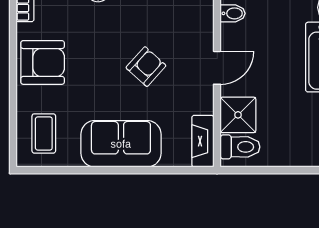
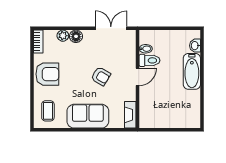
armchair: (146, 67) -> (101, 76), turned 79
shower: (238, 115) -> (148, 101), removed
toilet: (240, 147) -> (149, 60), moved

